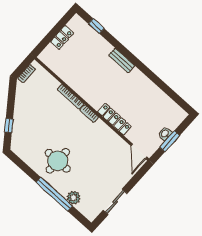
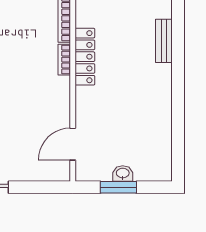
locker: (114, 119) -> (85, 57), moved
door: (139, 151) -> (73, 144), moved

